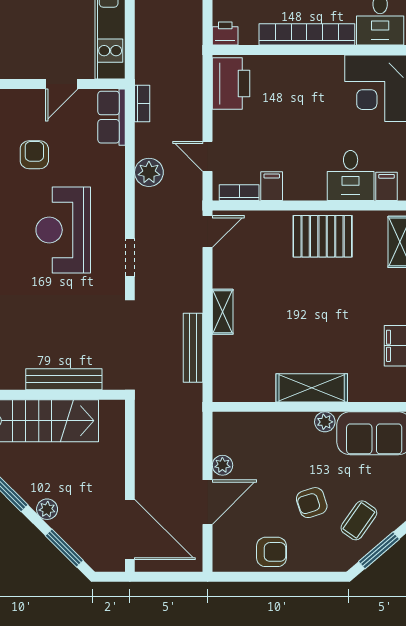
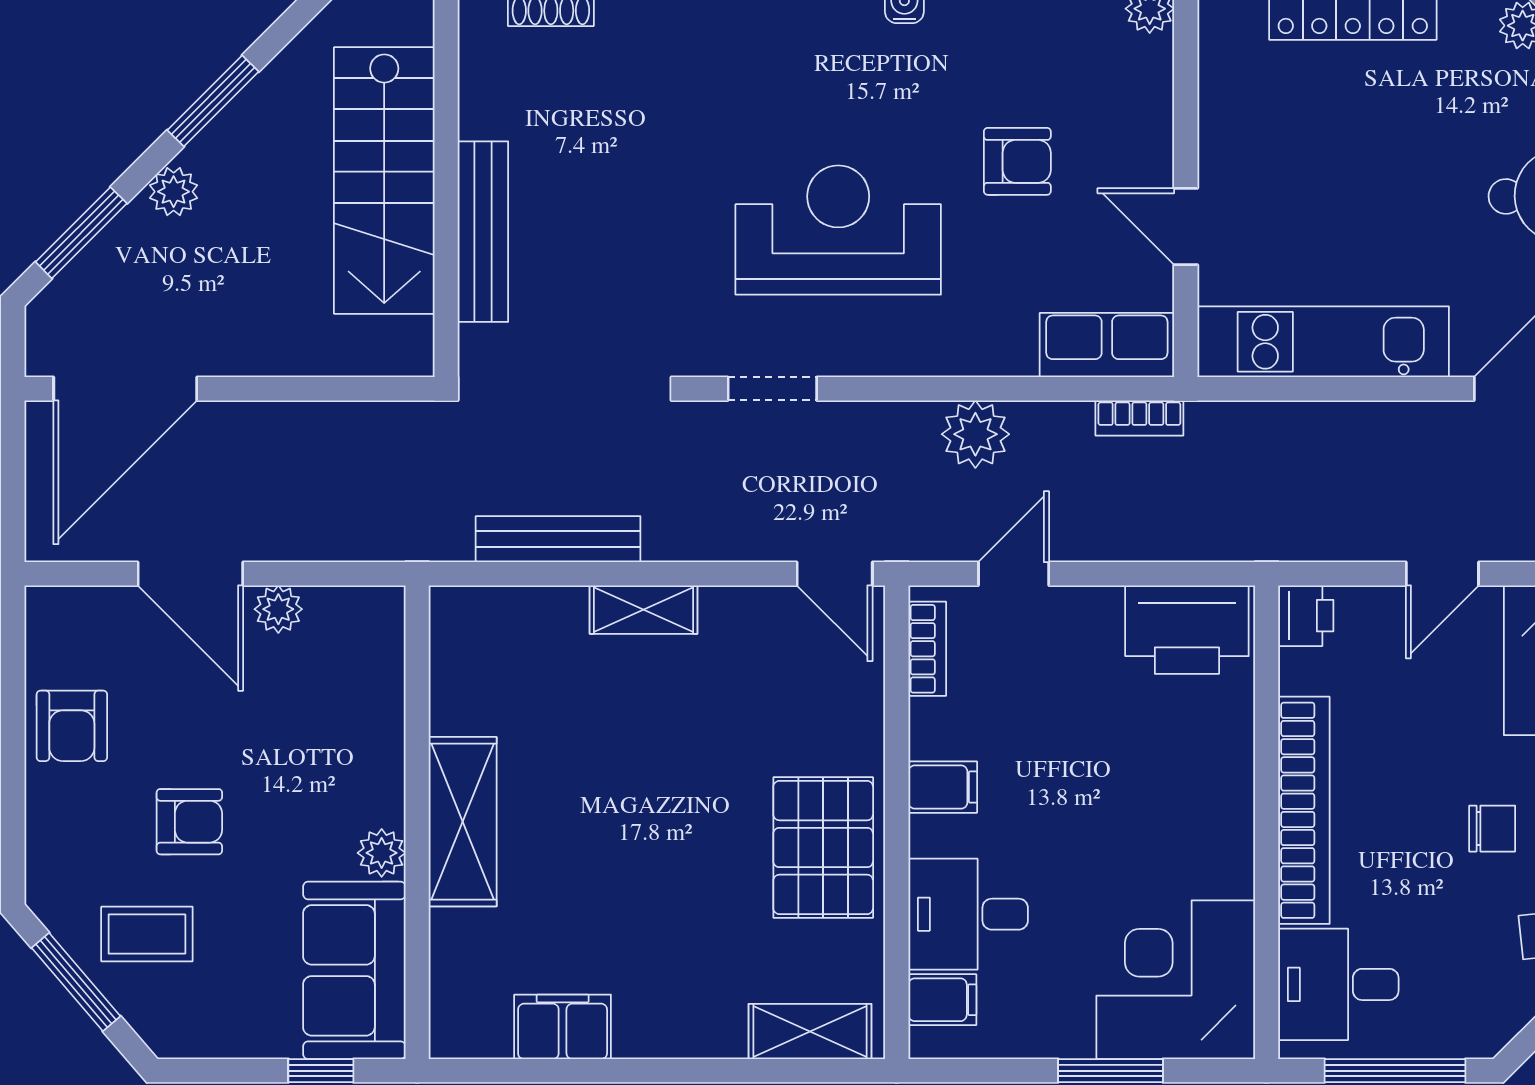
filing cabinet: (272, 186) -> (943, 787), moved
armchair: (312, 503) -> (189, 822), turned 108
coffee table: (359, 520) -> (147, 934), turned -35

